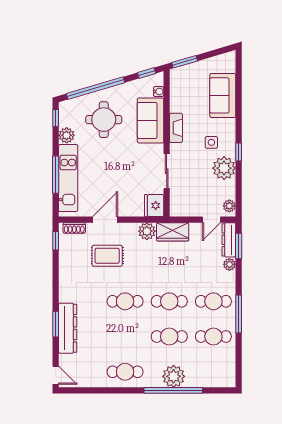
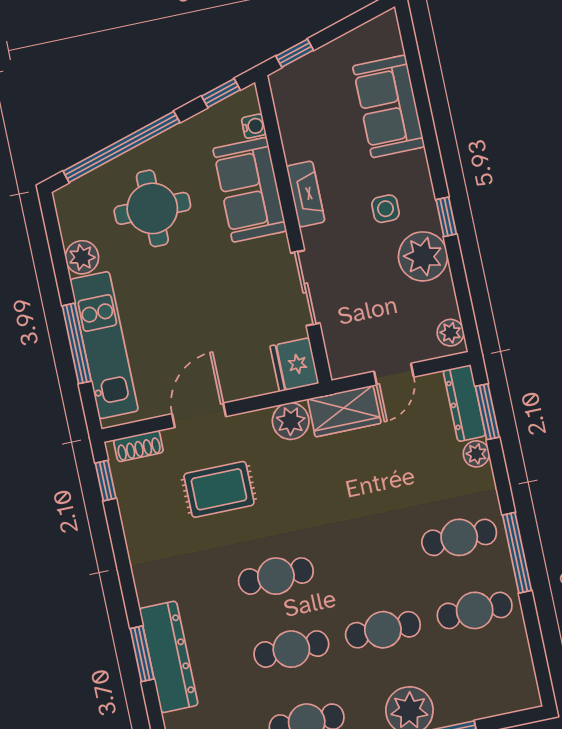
window: (185, 62) -> (295, 53), width x0.67
window: (56, 118) -> (52, 226), removed
door: (211, 220) -> (394, 374), moved
cafe table: (169, 301) -> (291, 649), moved

